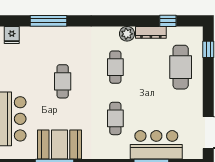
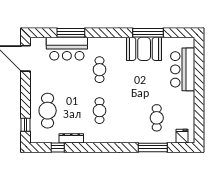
plant: (127, 34) -> (90, 137), removed
cafe table: (63, 81) -> (157, 118), moved

